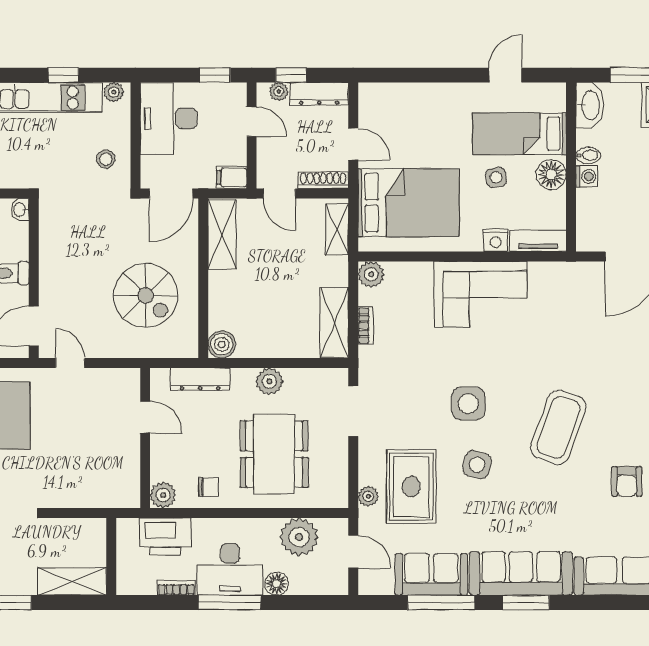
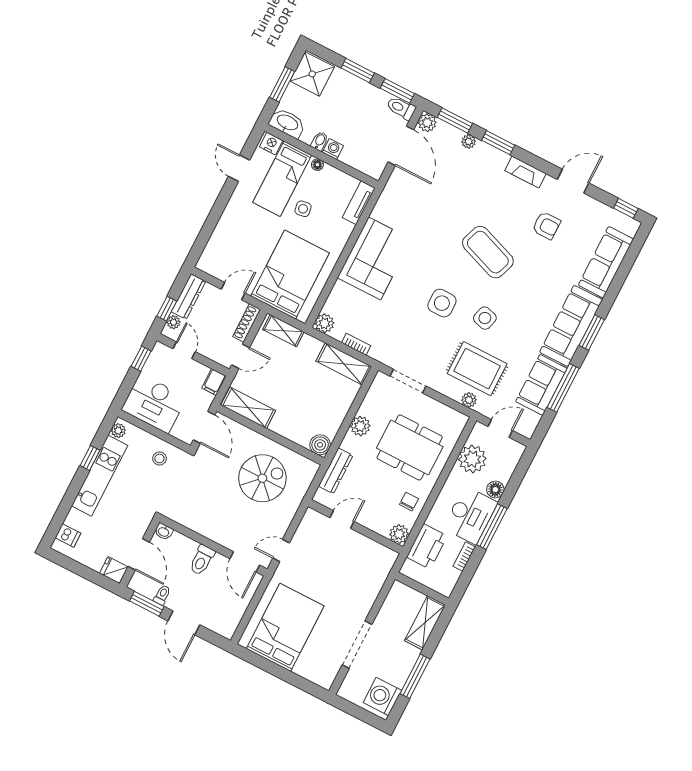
door: (252, 122) -> (184, 350), hinge flipped
floor lamp: (551, 175) -> (317, 165), width x0.53, depth x0.53
nightstand: (496, 240) -> (271, 144), moved, turned -90

